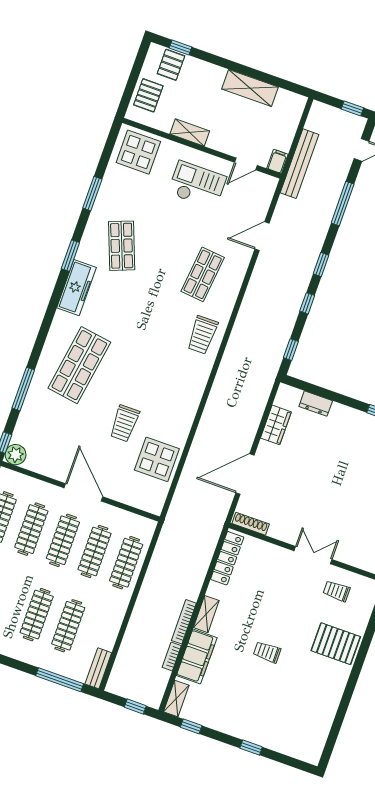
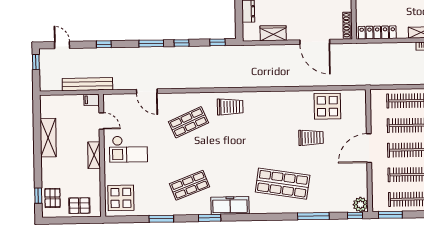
pallet: (171, 65) -> (52, 198), turned 90
shelving: (190, 133) -> (94, 155), moved
checkout: (197, 185) -> (128, 149), turned -90
window: (343, 204) -> (104, 44), width x0.46
window: (321, 264) -> (151, 43), width x1.50
shop shelf: (203, 274) -> (188, 122), turned -30

